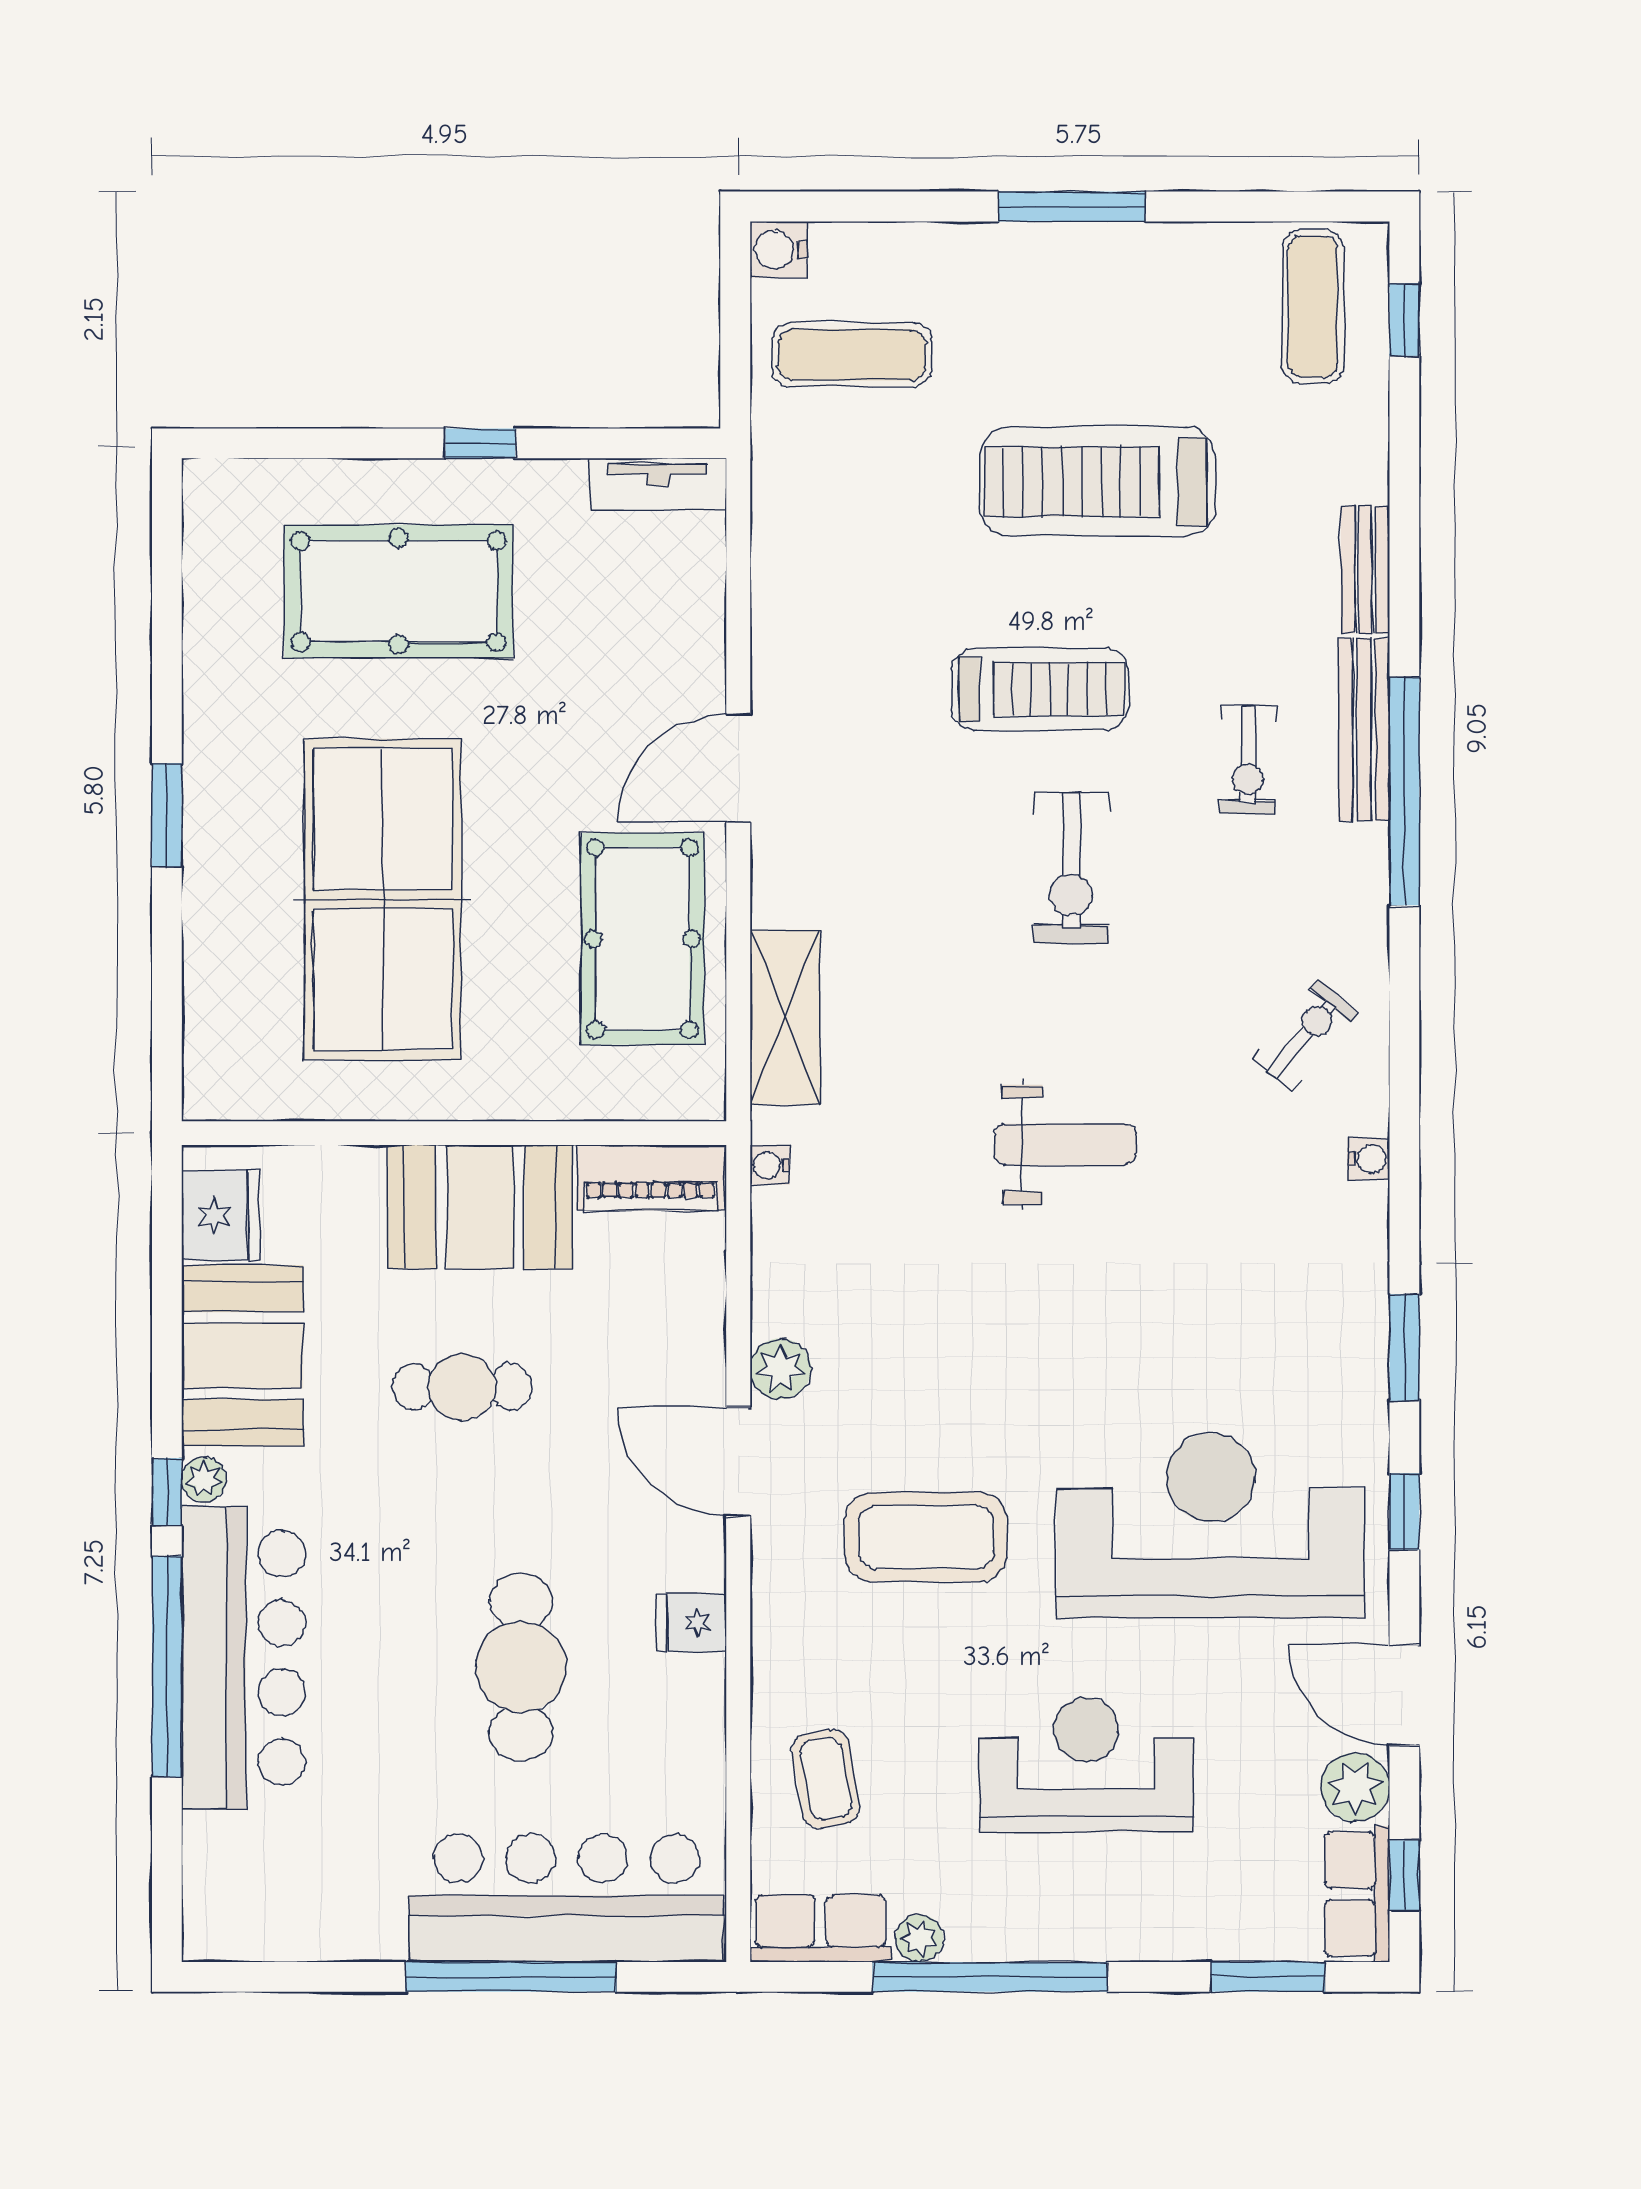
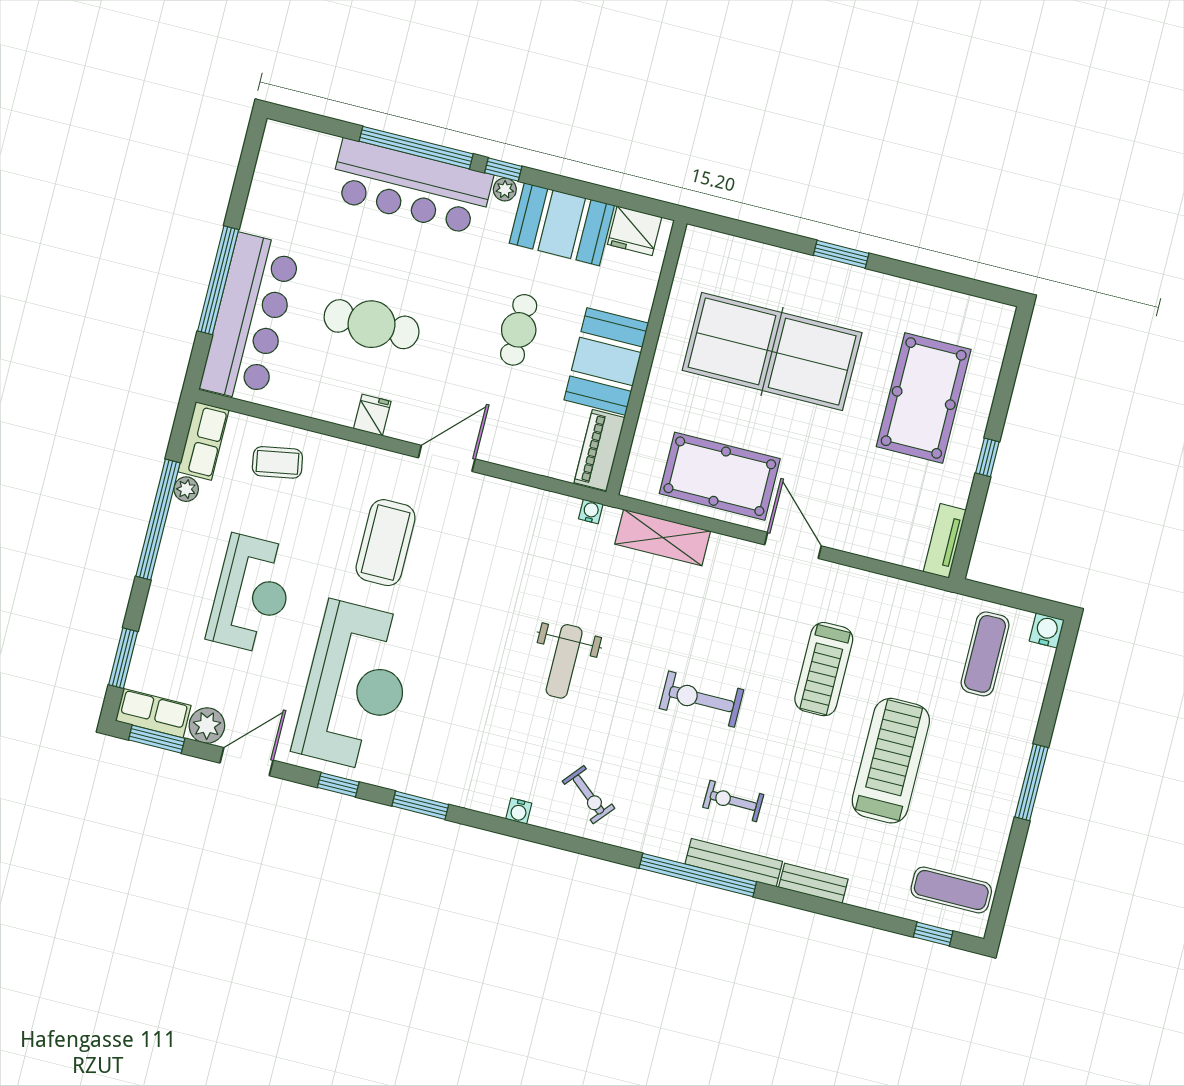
treadmill: (1040, 689) -> (824, 669), moved
plant: (781, 1369) -> (488, 491), removed
window: (1404, 1875) -> (157, 739), width x1.50

